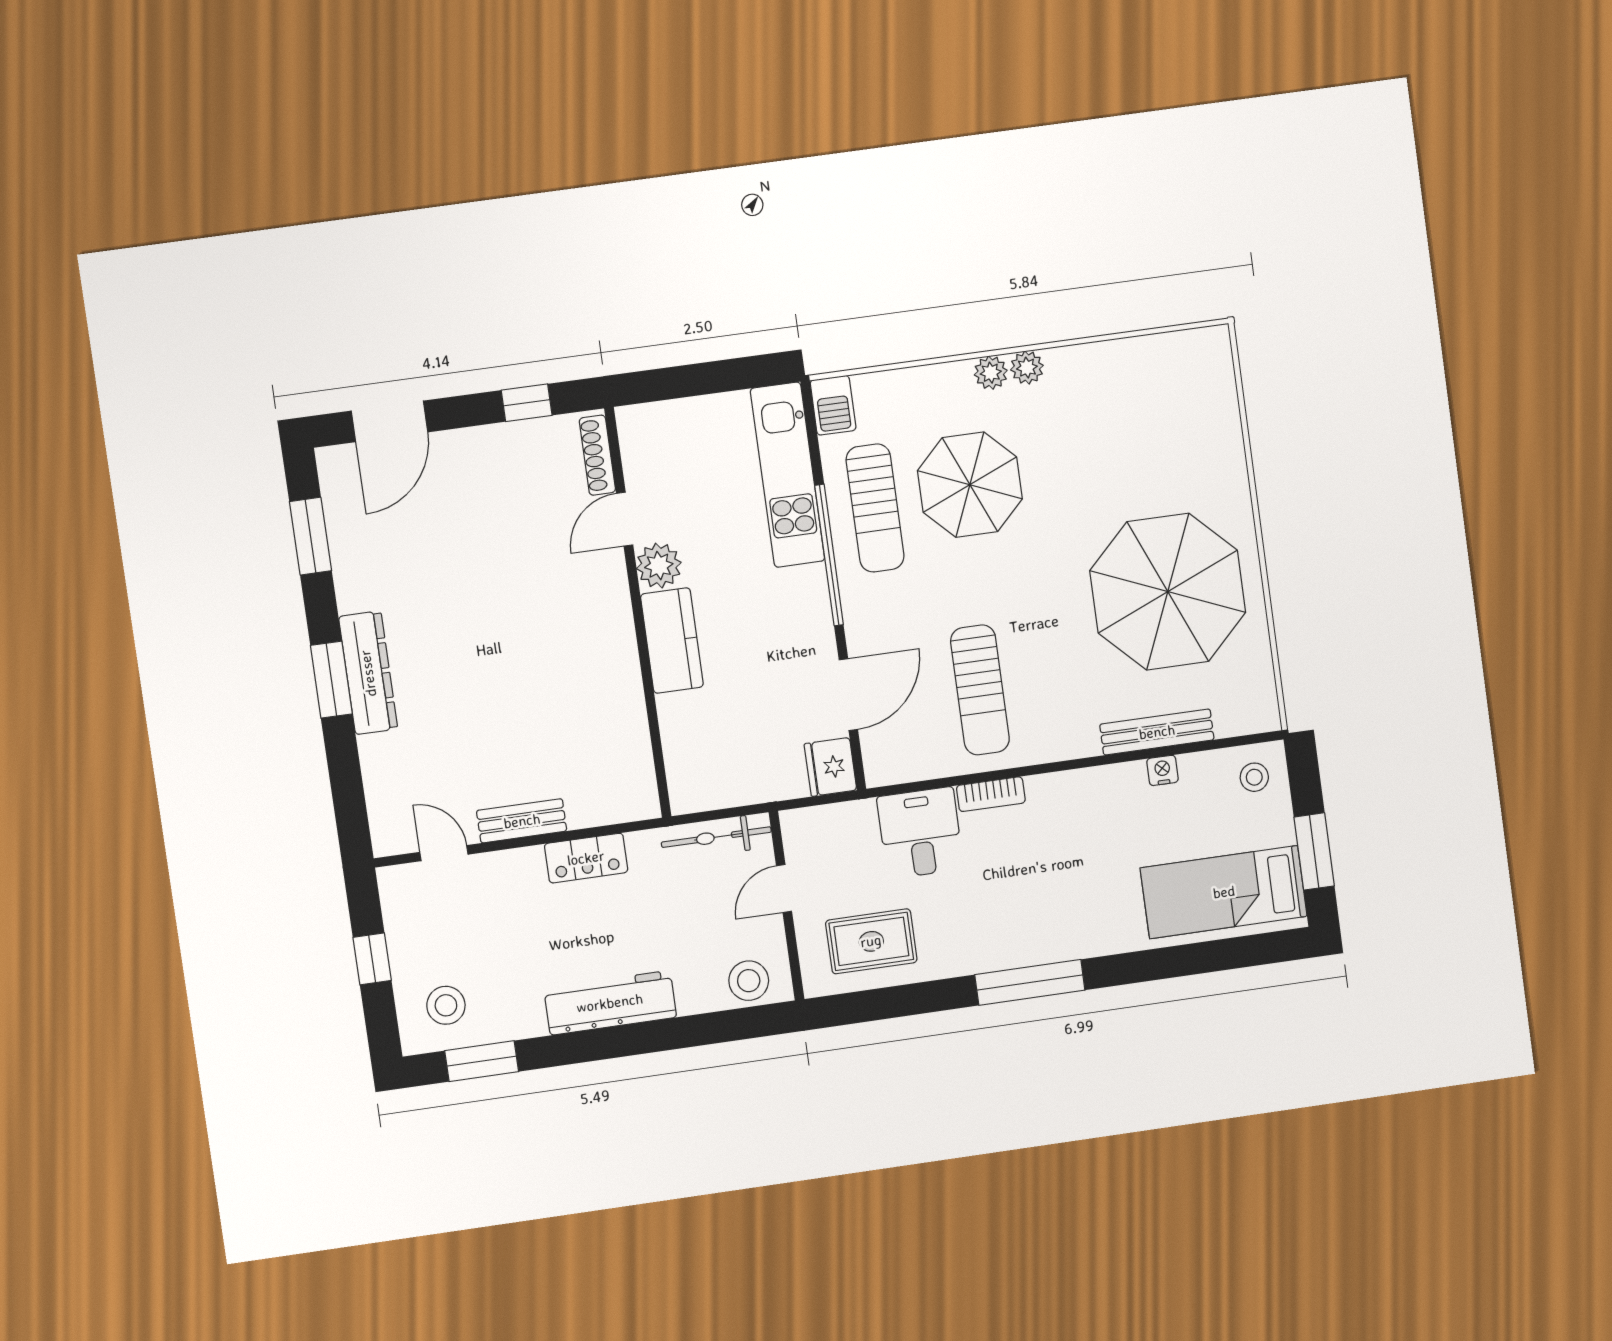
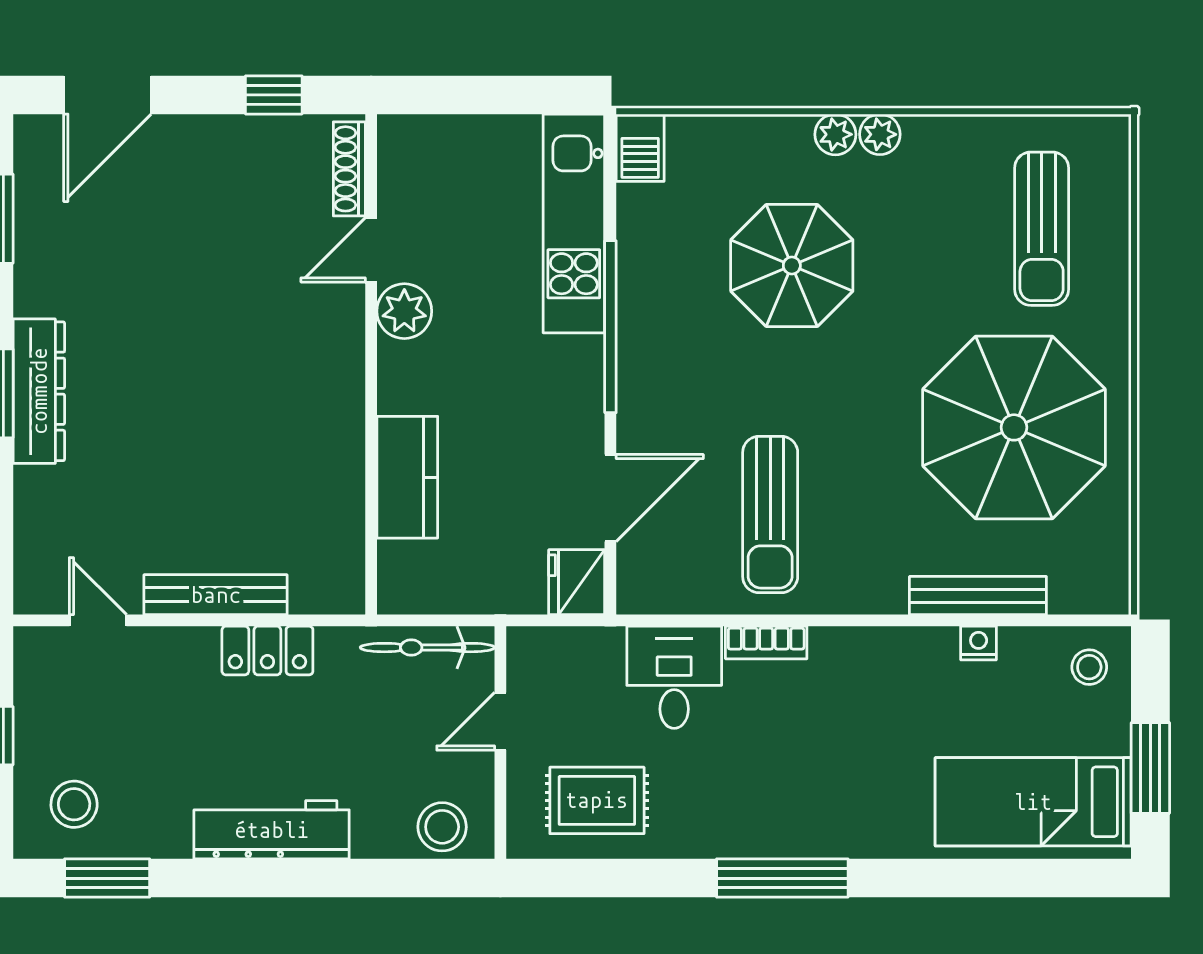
sun lounger: (875, 508) -> (1042, 229), moved
kitchen counter: (672, 641) -> (407, 477), moved
bench: (522, 821) -> (216, 595), width x1.36

